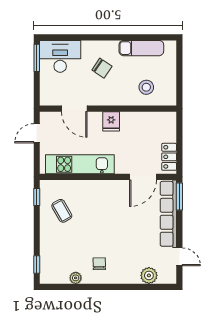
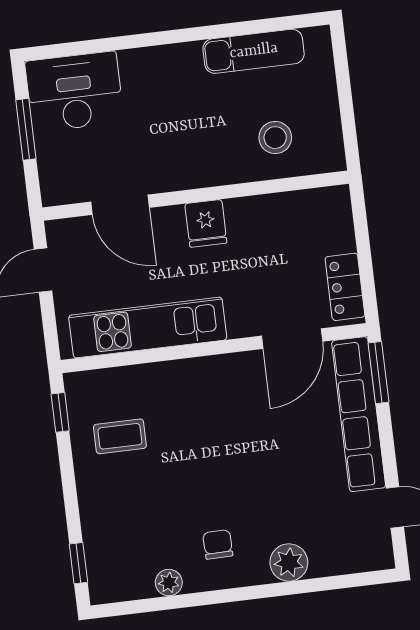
window: (37, 58) -> (26, 129), moved
chair: (102, 68) -> (171, 107), removed
coffee table: (62, 211) -> (120, 436), turned -60
plant: (149, 275) -> (289, 562), moved

